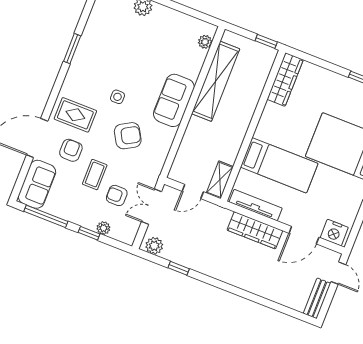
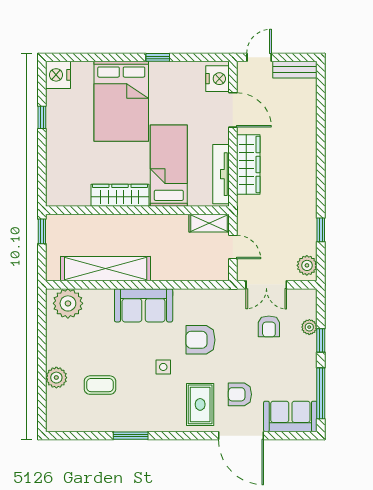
plant: (205, 42) -> (68, 303), width x1.87, depth x1.87
wardrobe: (285, 80) -> (120, 195), moved
armchair: (128, 136) -> (201, 340), turned -60
coffee table: (95, 175) -> (100, 385), moved

